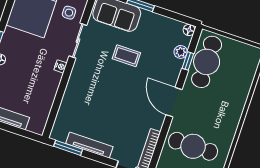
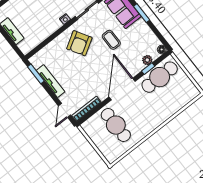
armchair: (94, 83) -> (79, 43), added
door: (174, 102) -> (122, 89), width x1.36

